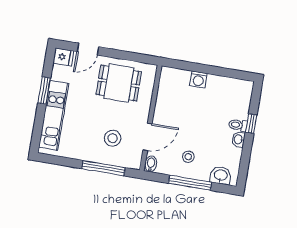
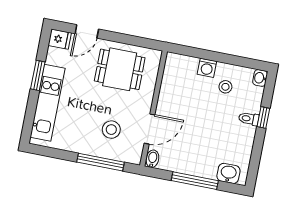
washbasin: (238, 139) -> (260, 78), moved
stool: (188, 157) -> (225, 87), moved

